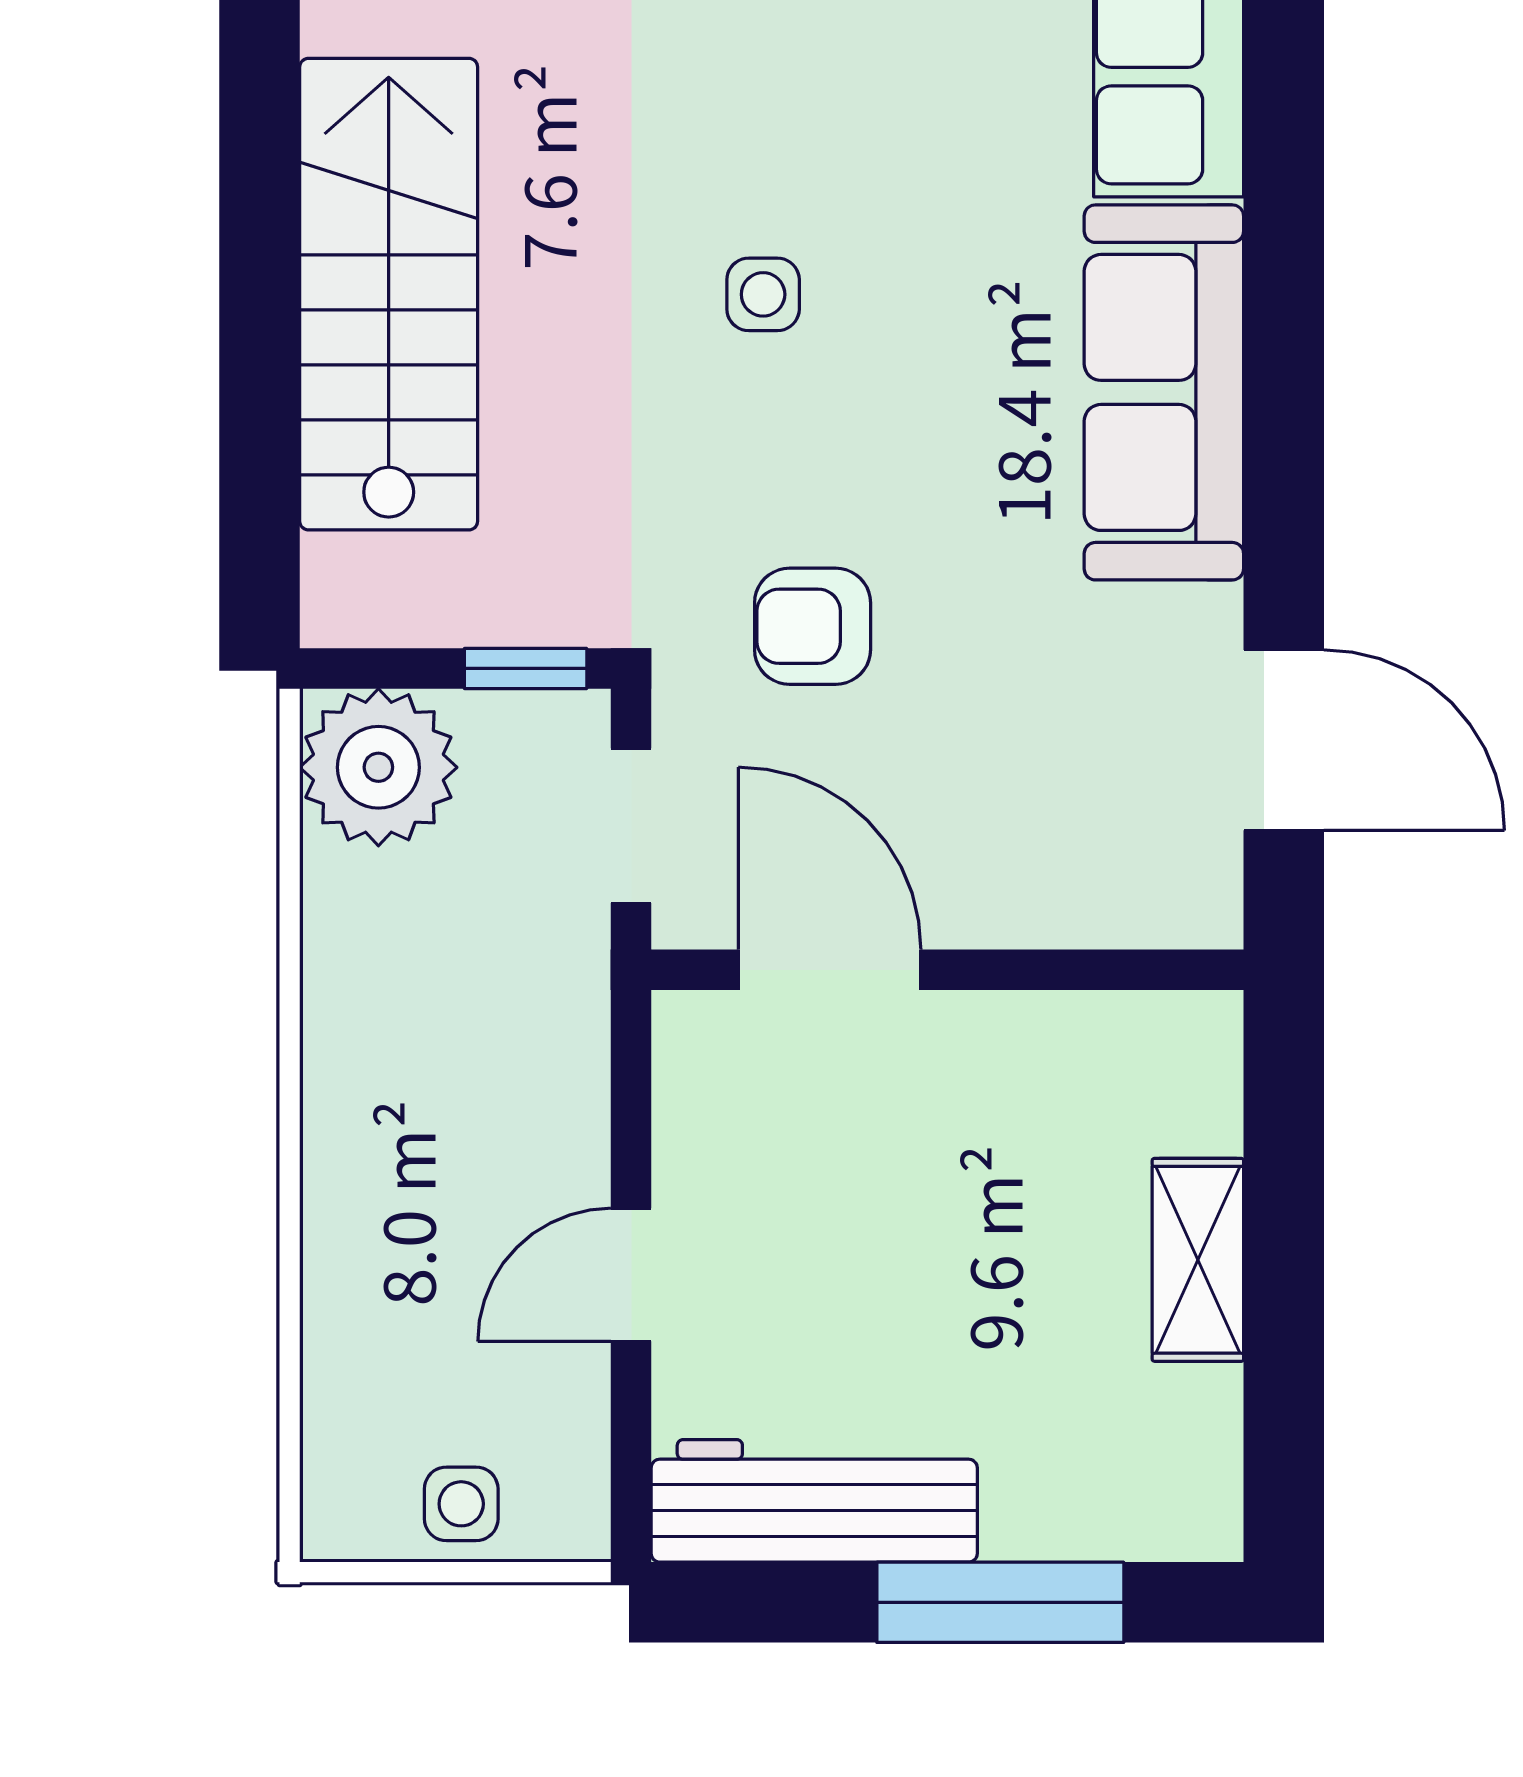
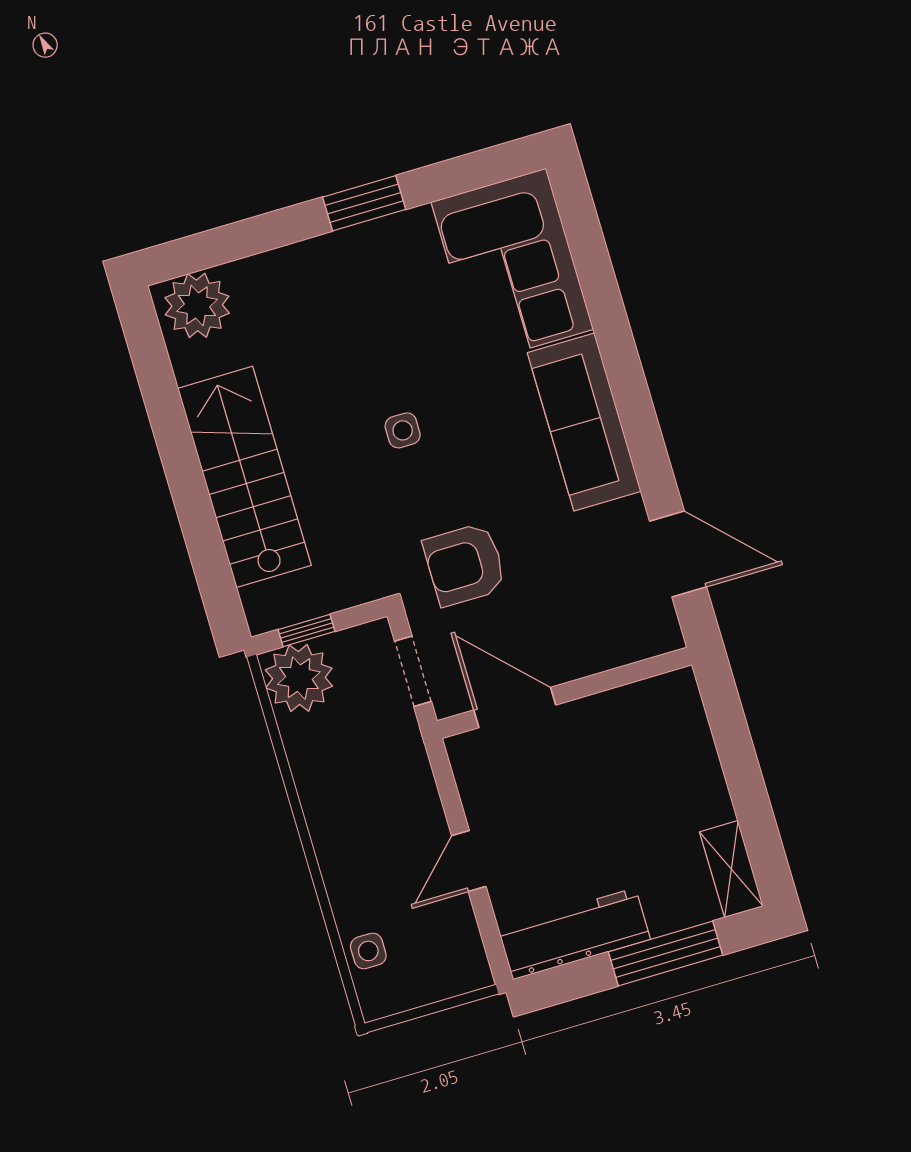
armchair: (813, 626) -> (465, 564), width x1.38, depth x1.38
window: (526, 668) -> (307, 630), moved
shelving: (1198, 1260) -> (731, 869), moved
side table: (461, 1504) -> (368, 951), moved

